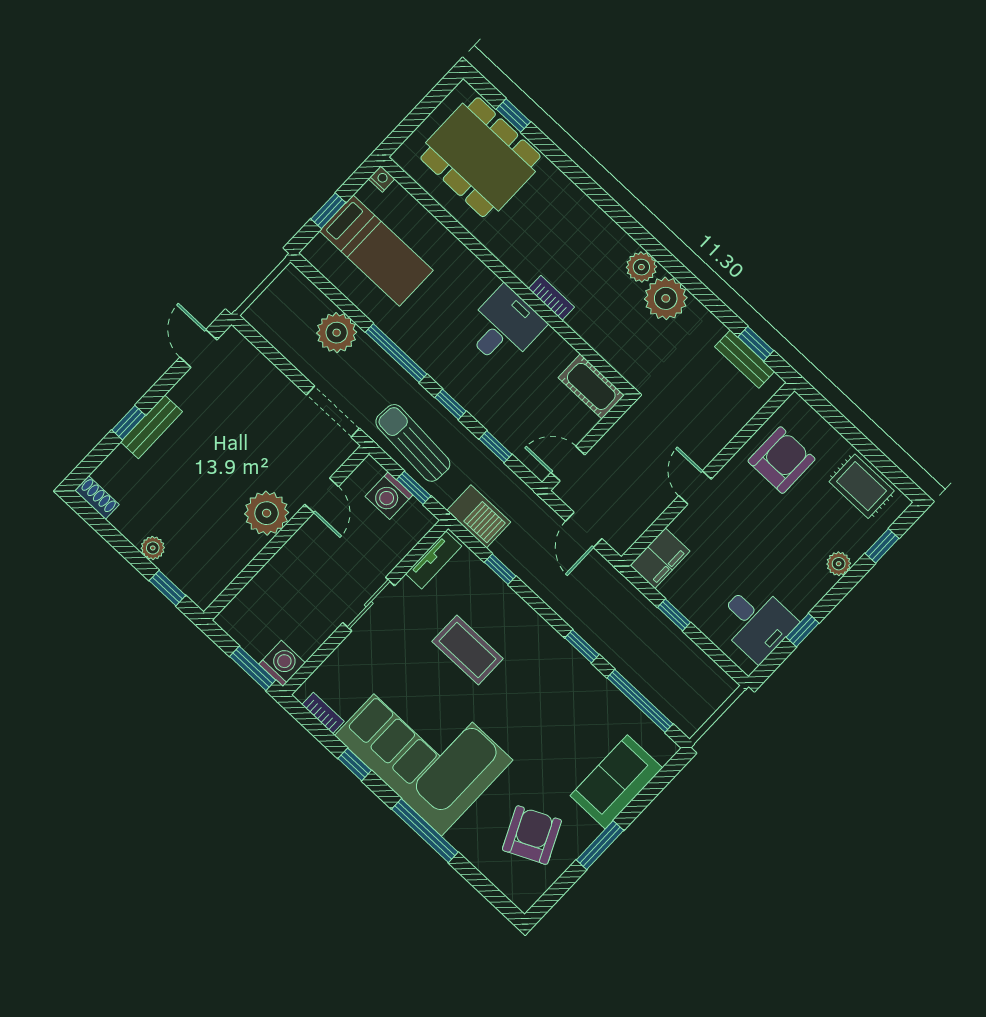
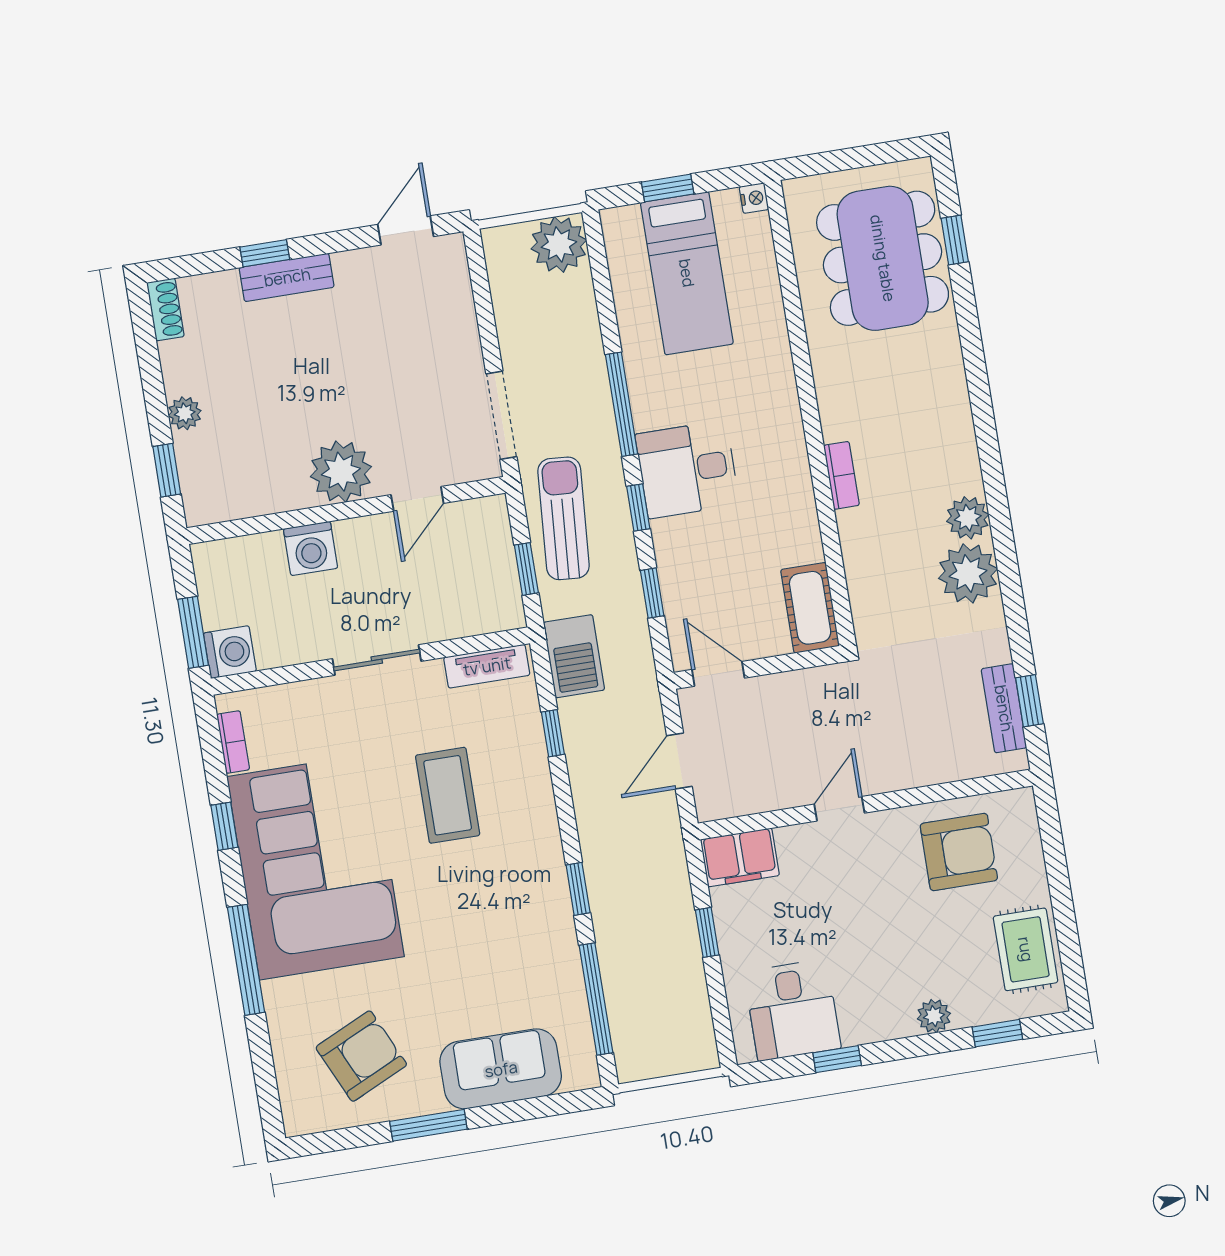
desk: (504, 327) -> (687, 469), moved, turned 180
plant: (337, 333) -> (559, 244), moved
washing machine: (389, 496) -> (311, 548), moved, turned -90

